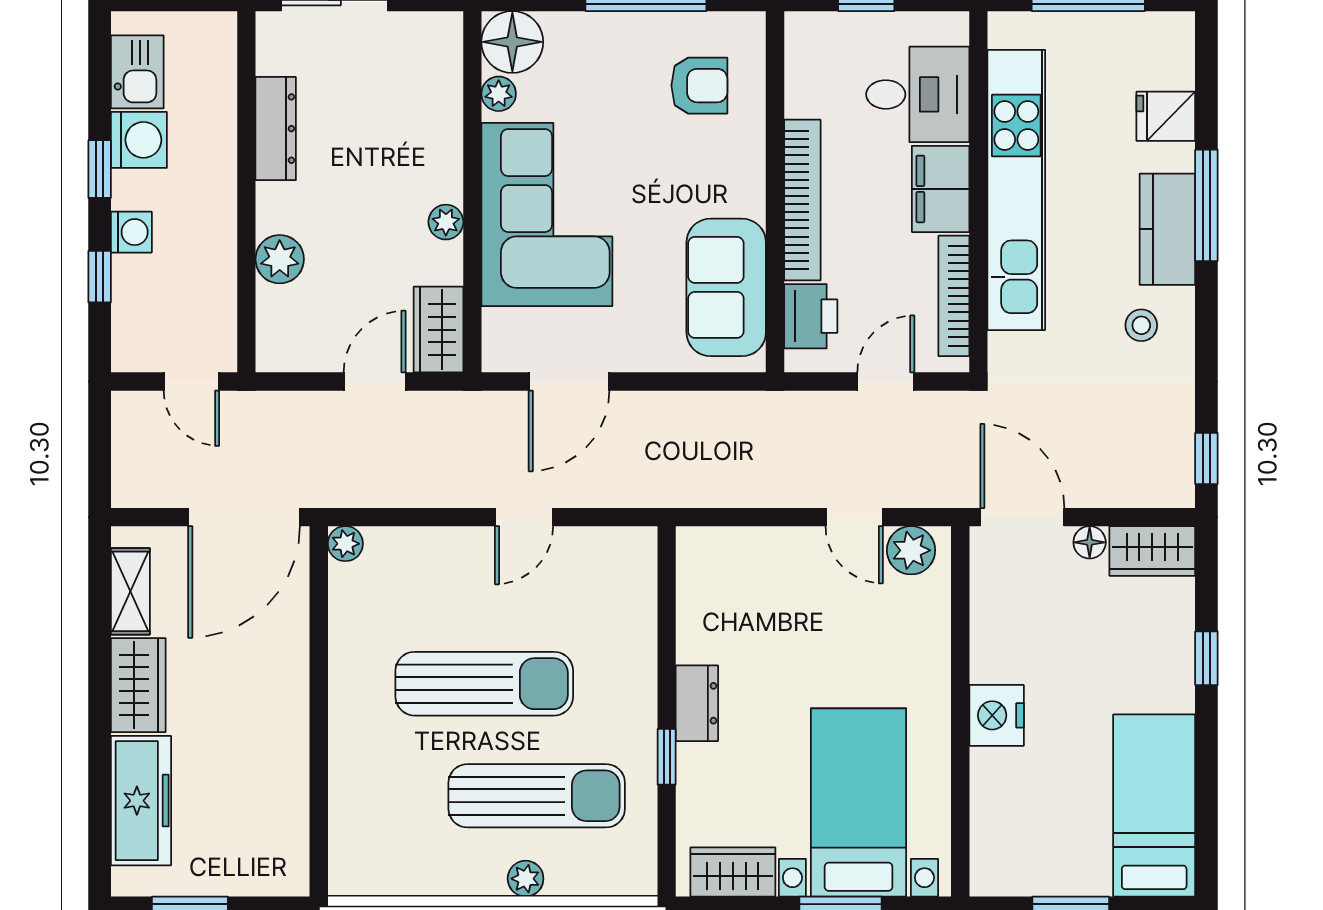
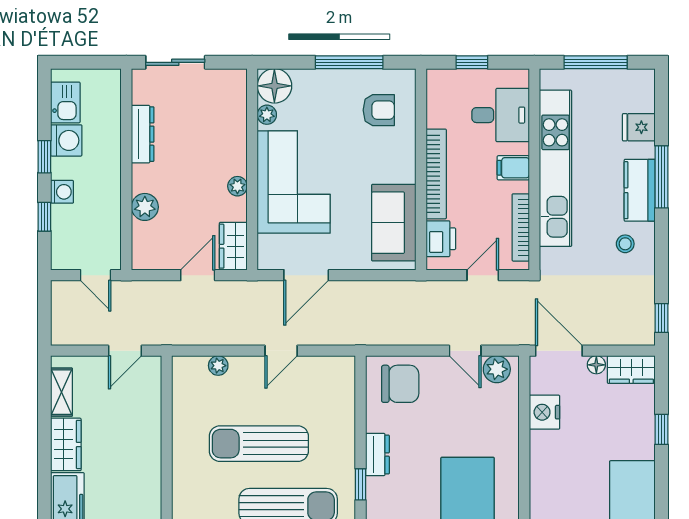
filing cabinet: (941, 189) -> (513, 168), width x0.50
door: (244, 517) -> (125, 351), width x0.53
plant: (345, 544) -> (218, 366), moved
chair: (738, 577) -> (400, 384), added
sun lounger: (484, 684) -> (259, 444), turned 180
nightstand: (997, 715) -> (545, 412), moved

